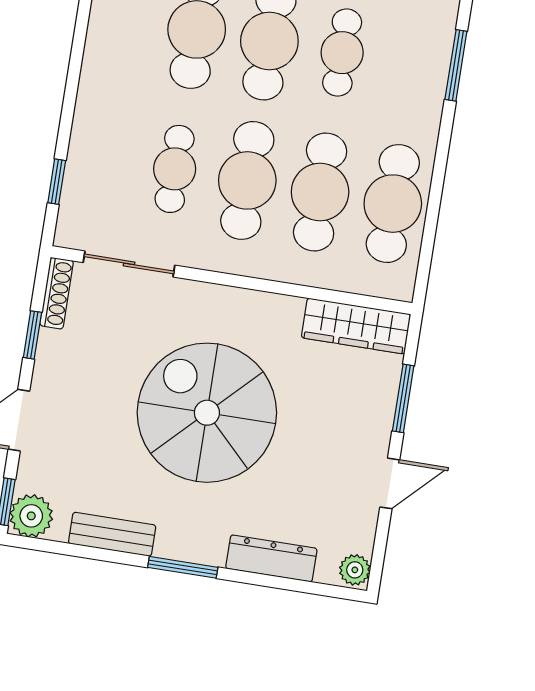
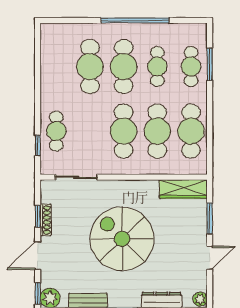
cafe table: (415, 64) -> (191, 67), added
cafe table: (175, 169) -> (56, 131), moved
shoe rack: (57, 293) -> (46, 220), moved

